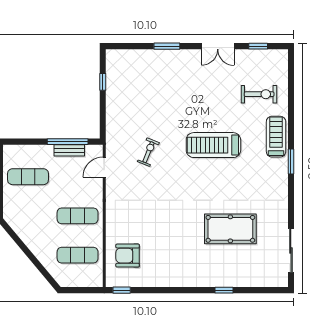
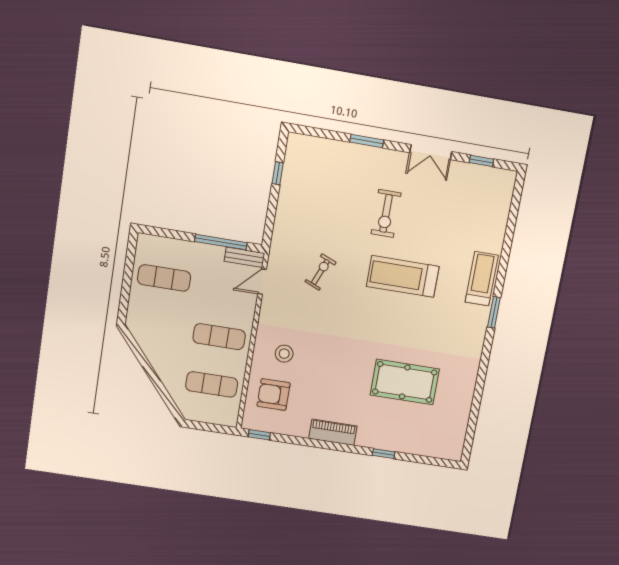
exercise bike: (259, 94) -> (386, 213), moved, turned 90
bench: (69, 150) -> (245, 257), moved
stool: (131, 221) -> (284, 354), added
sliding door: (291, 251) -> (473, 419), removed
piano: (180, 279) -> (333, 432), added

